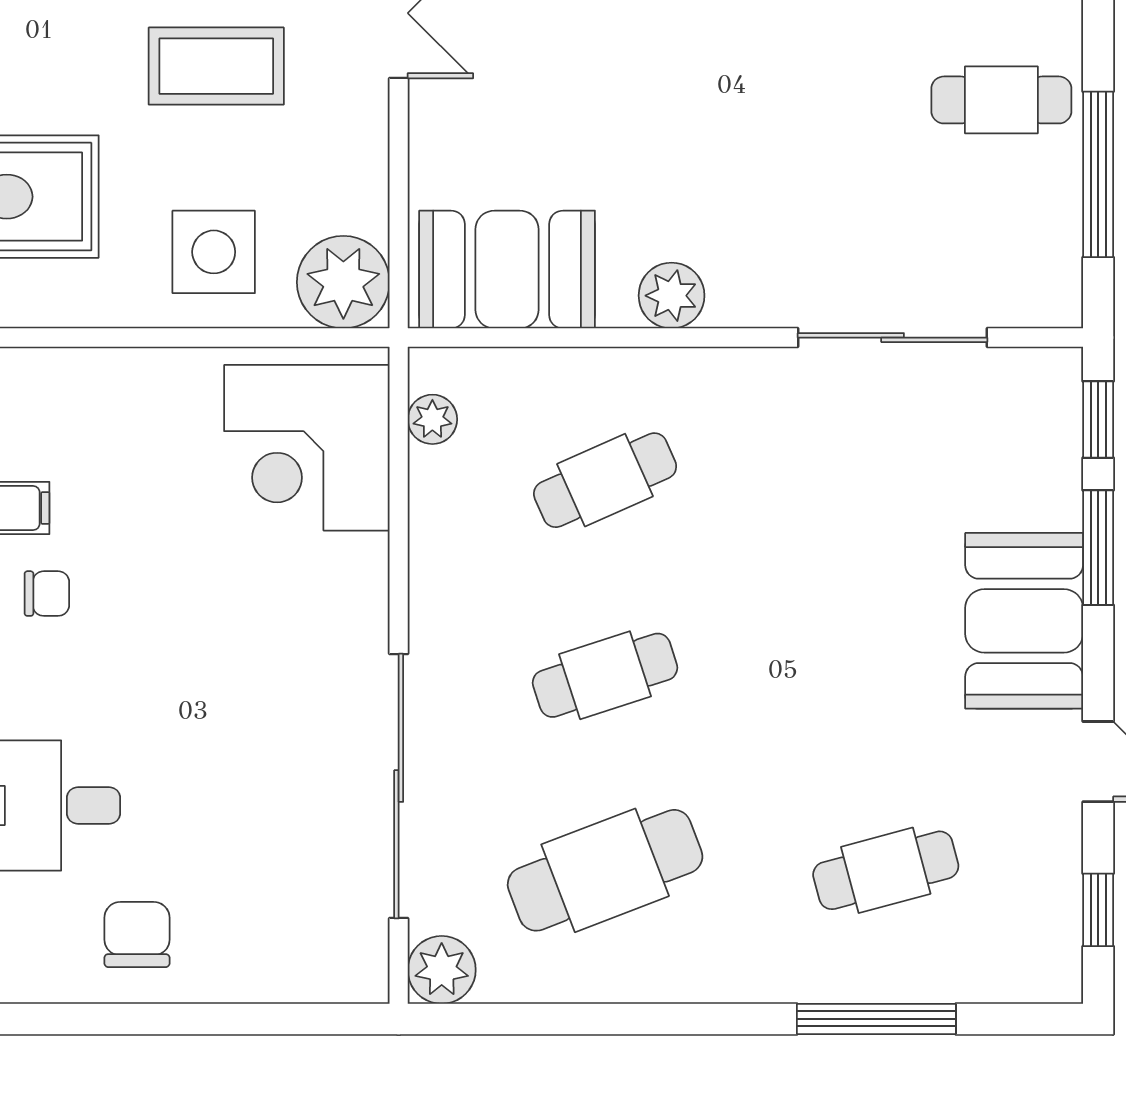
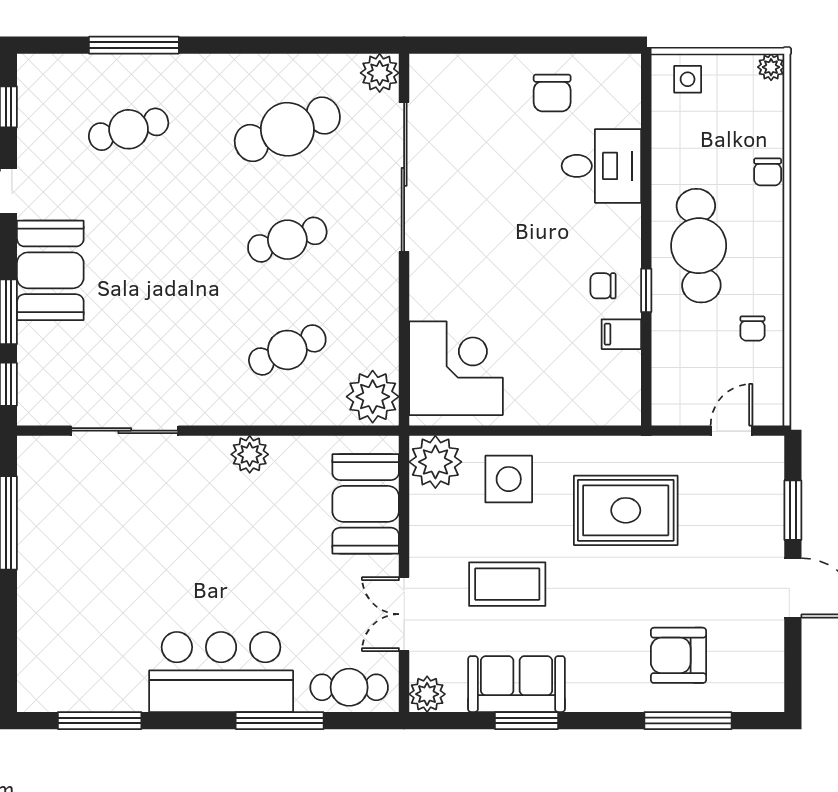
cafe table: (1001, 100) -> (63, 565), removed
booth: (507, 270) -> (366, 504), moved, turned 90
plant: (432, 419) -> (373, 397), width x1.88, depth x1.88

